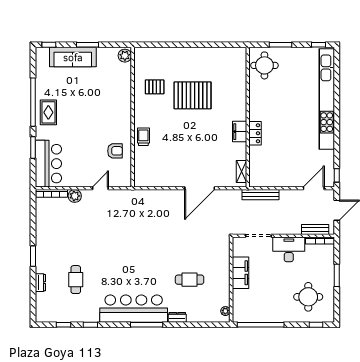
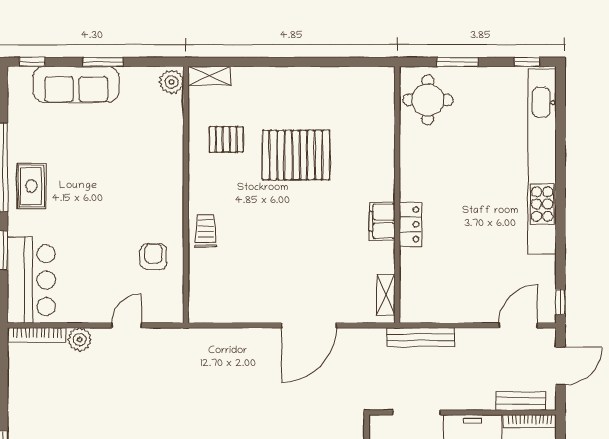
shelving: (145, 52) -> (209, 76), added
armchair: (115, 151) -> (153, 257), turned -90

